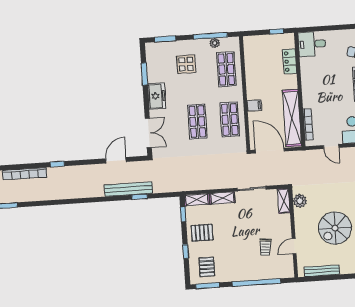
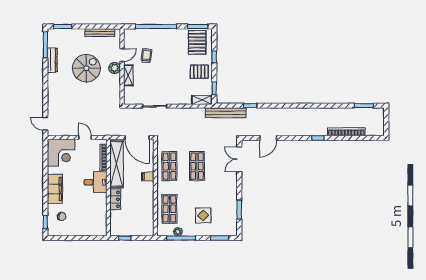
desk: (312, 44) -> (96, 182), moved
locker: (290, 61) -> (115, 199), moved
freezer: (157, 96) -> (230, 190), removed
bench: (128, 189) -> (226, 113), moved
shelving: (222, 198) -> (180, 100), removed
shelving: (284, 201) -> (128, 75), moved
plant: (300, 201) -> (115, 68), moved
pallet: (207, 267) -> (197, 42), width x1.50, depth x1.42

